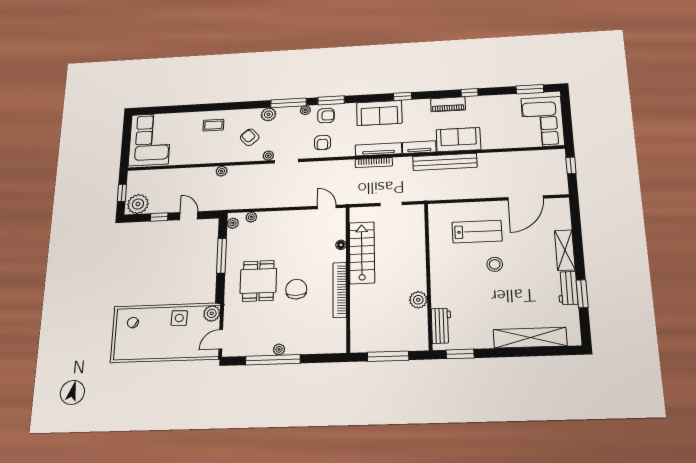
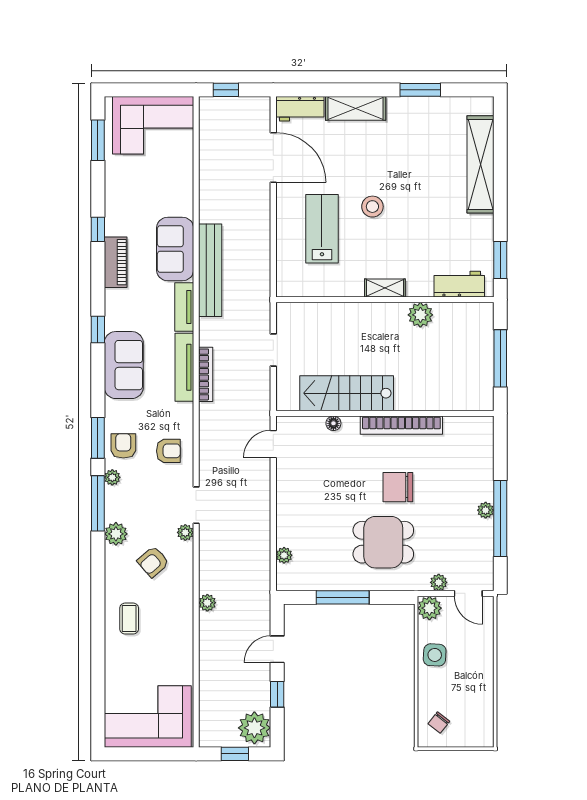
plant: (233, 223) -> (439, 582), moved
shelving: (437, 275) -> (385, 288), added
workbench: (568, 288) -> (300, 109), moved

